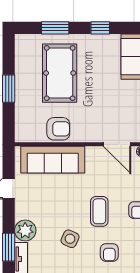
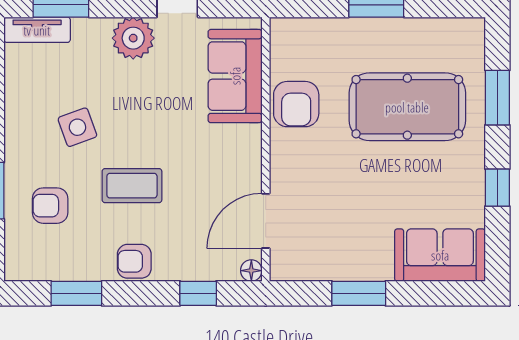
sofa: (53, 160) -> (235, 76), width x0.73
plant: (25, 230) -> (133, 38), moved
side table: (70, 239) -> (77, 127), turned 45

